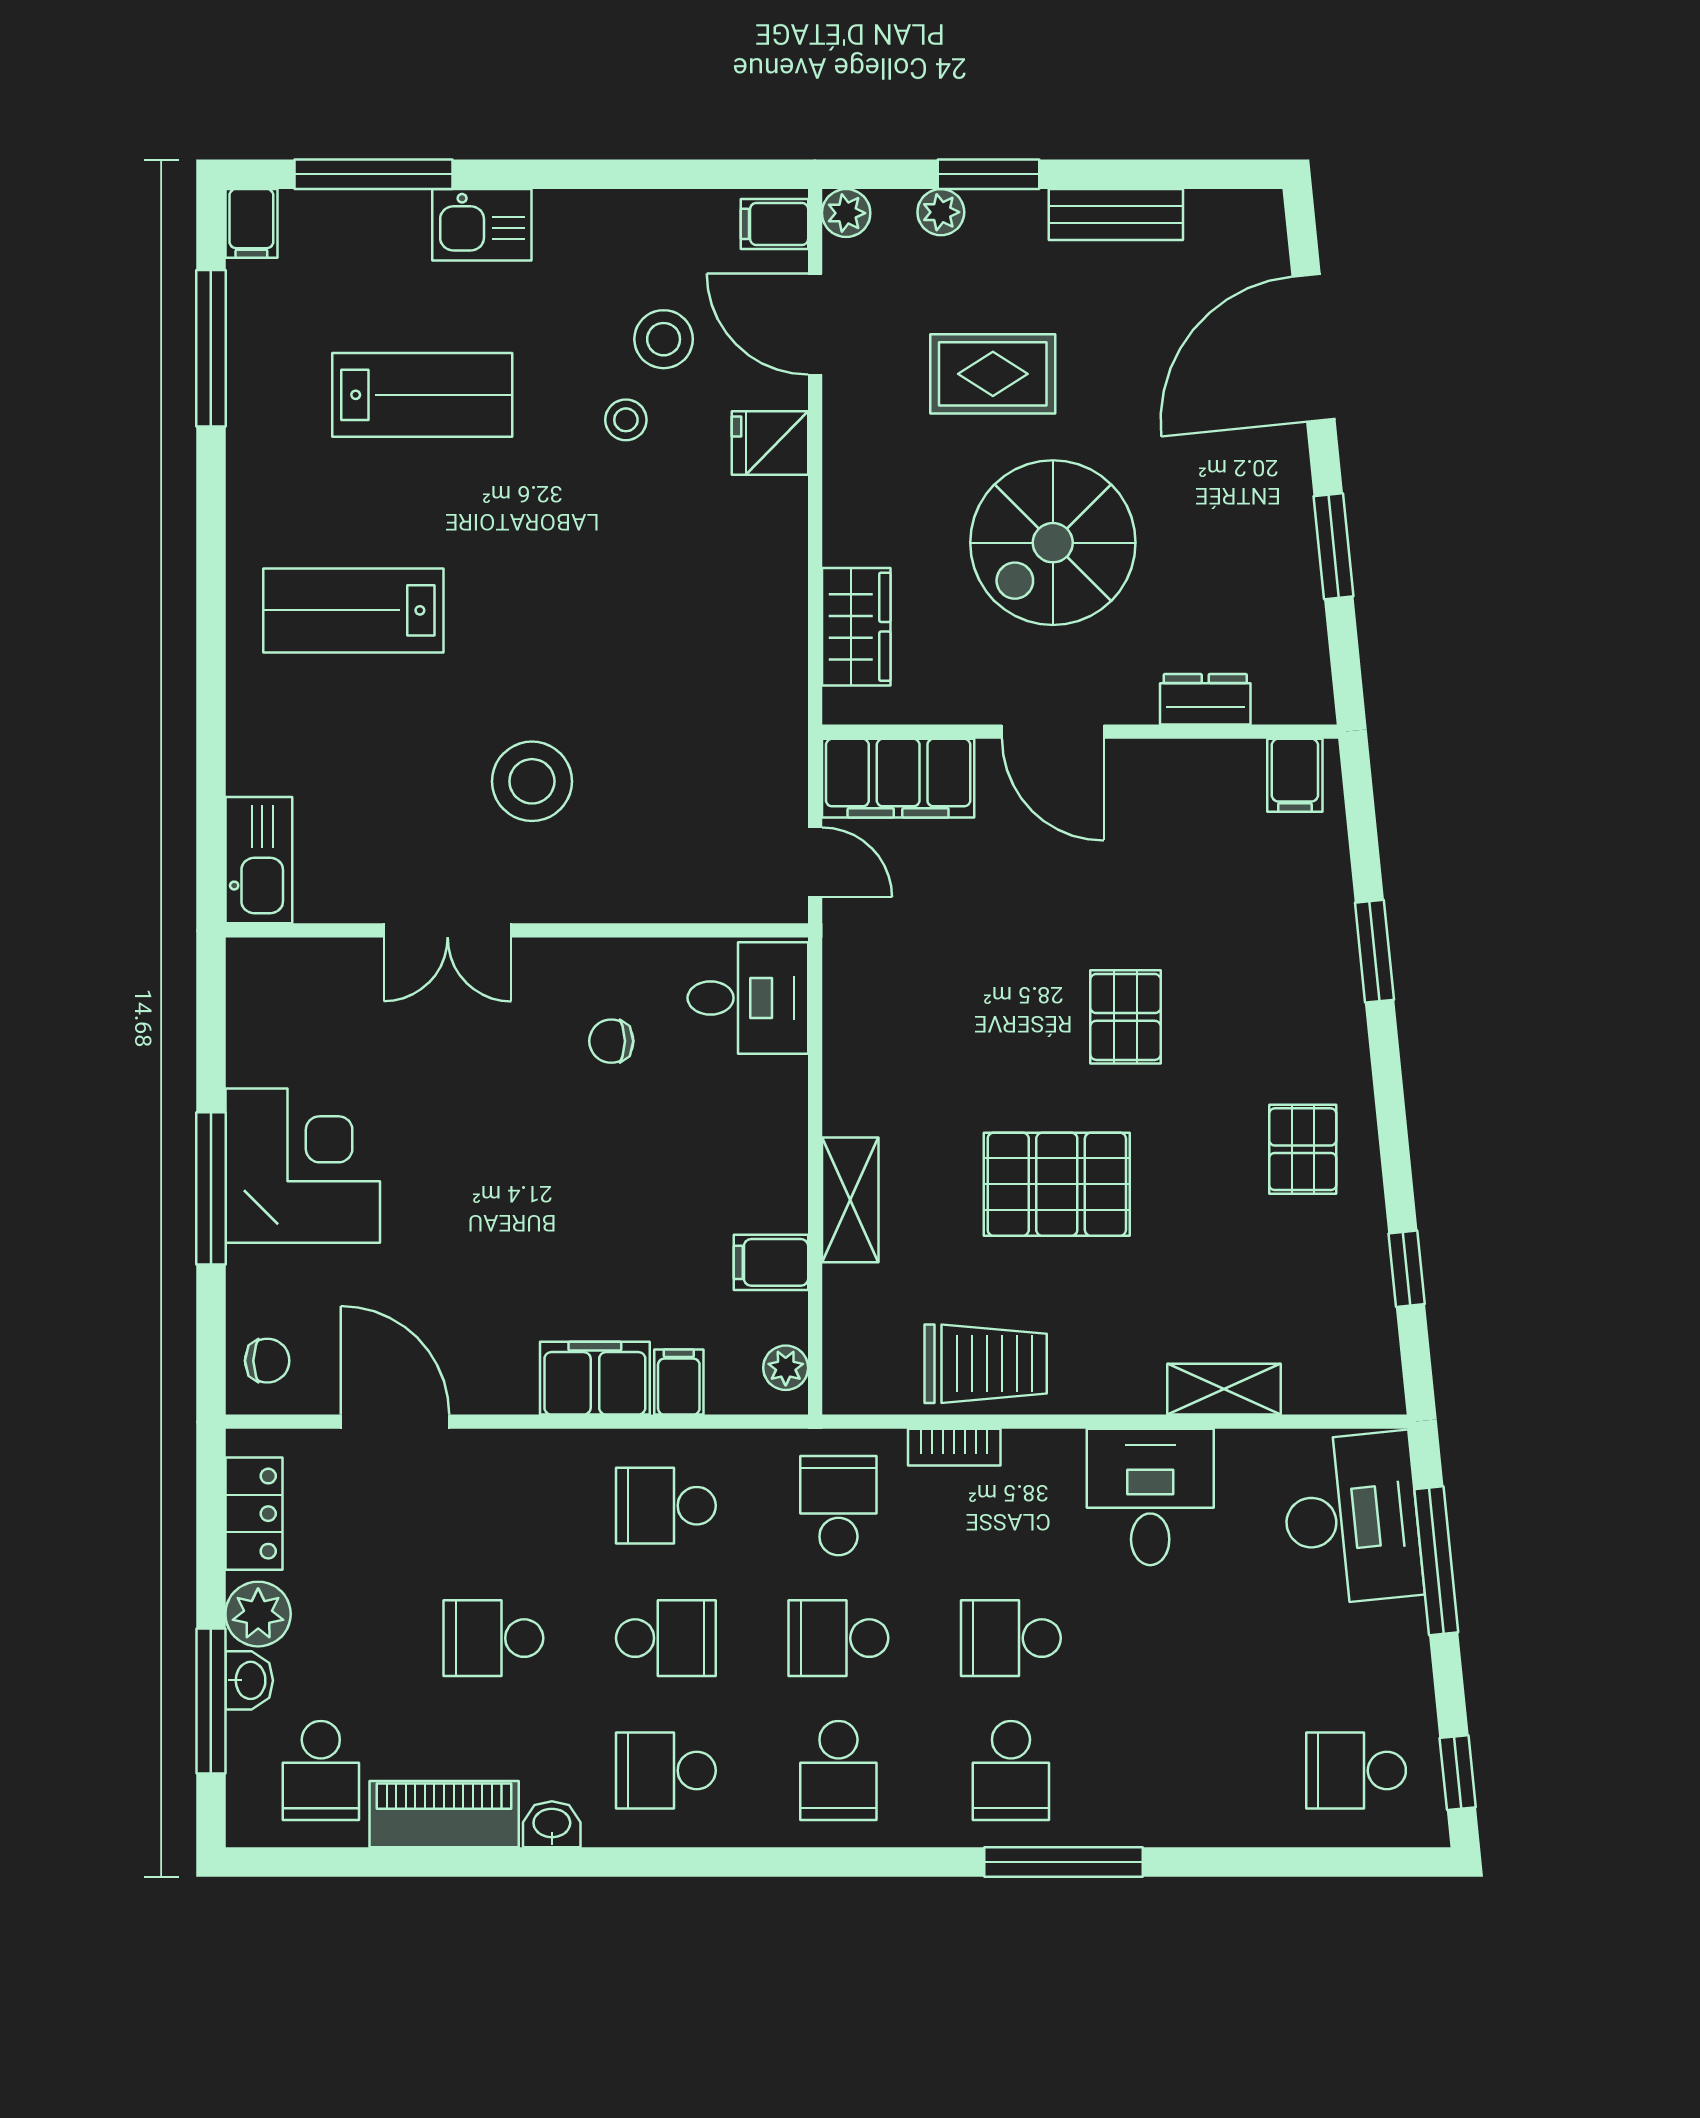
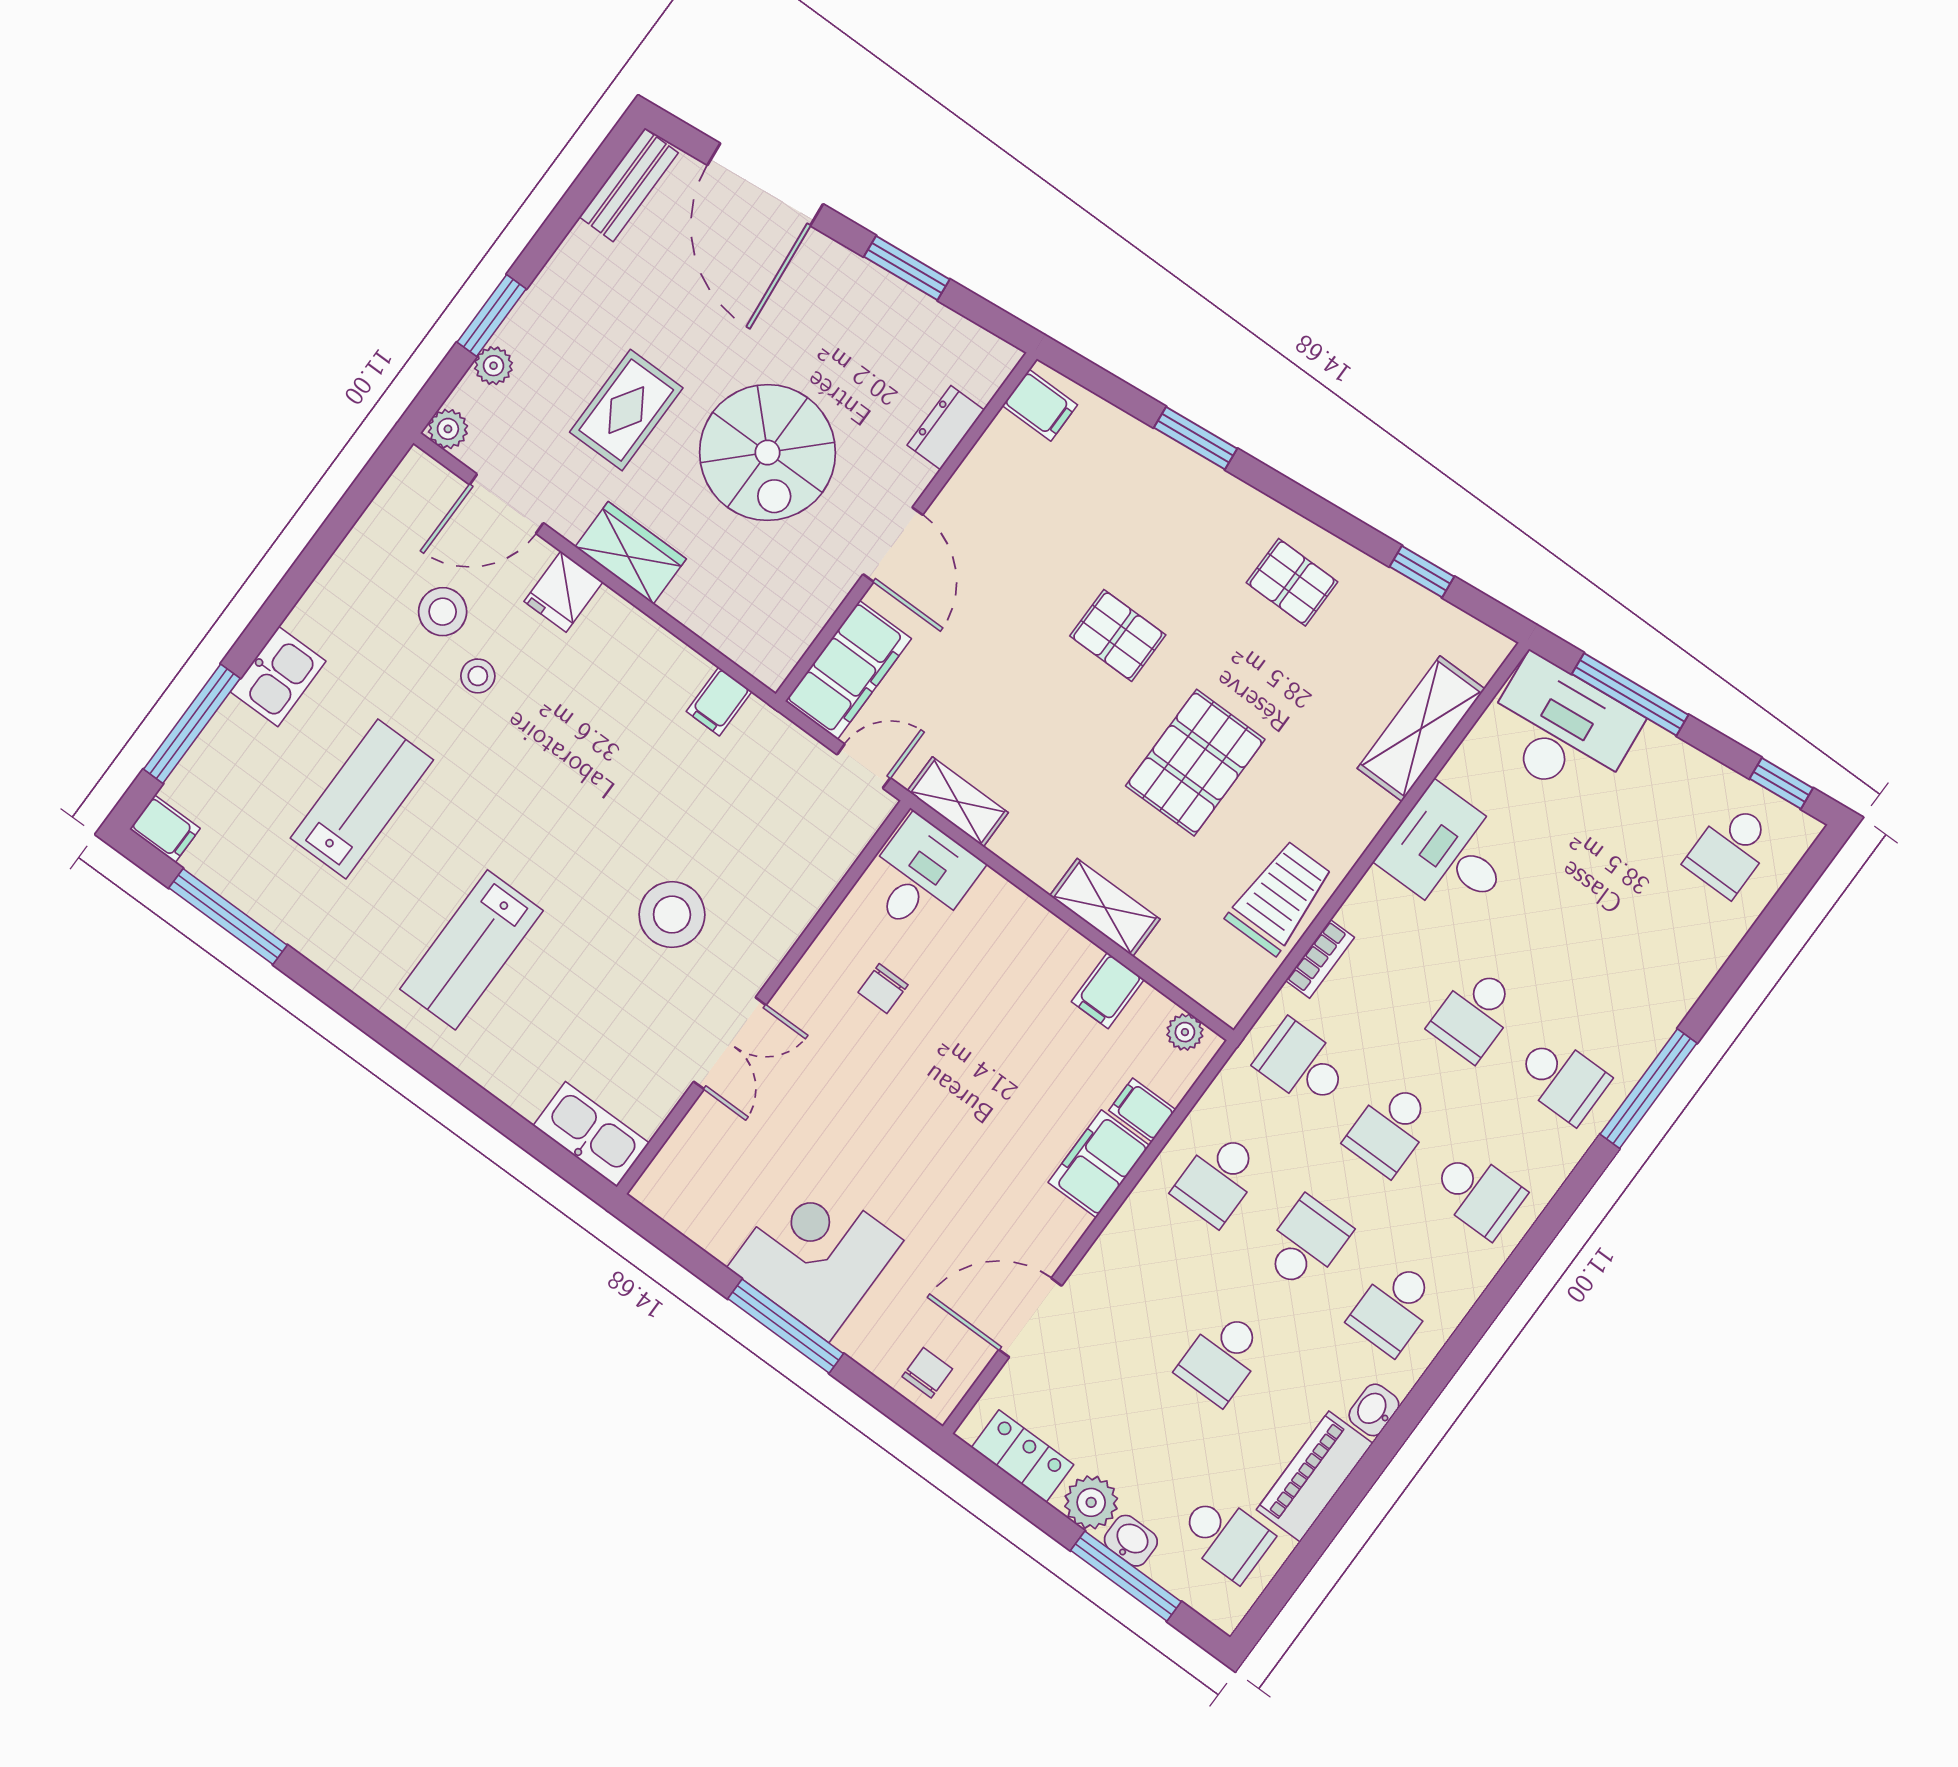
bench: (1116, 214) -> (629, 185), moved
filing cabinet: (774, 224) -> (719, 701), moved
wardrobe: (856, 627) -> (631, 553), moved
door: (1053, 732) -> (893, 545), hinge flipped
shelving: (848, 980) -> (958, 802), added
shelving: (1224, 1389) -> (1421, 729), width x1.50, depth x1.33

